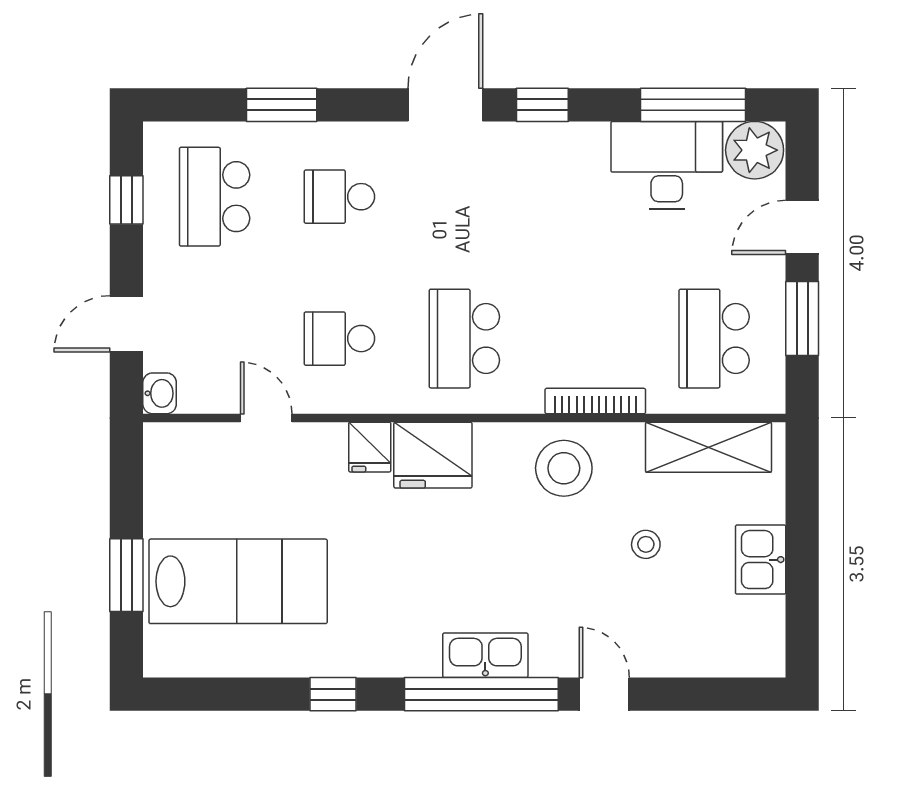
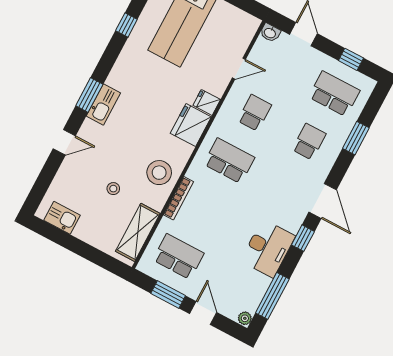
plant: (755, 150) -> (245, 318), width x0.53, depth x0.53
desk: (667, 165) -> (268, 248), moved
kitchen sink: (761, 560) -> (62, 218), moved
window: (333, 694) -> (126, 25), moved
window: (481, 694) -> (89, 95), width x0.47

